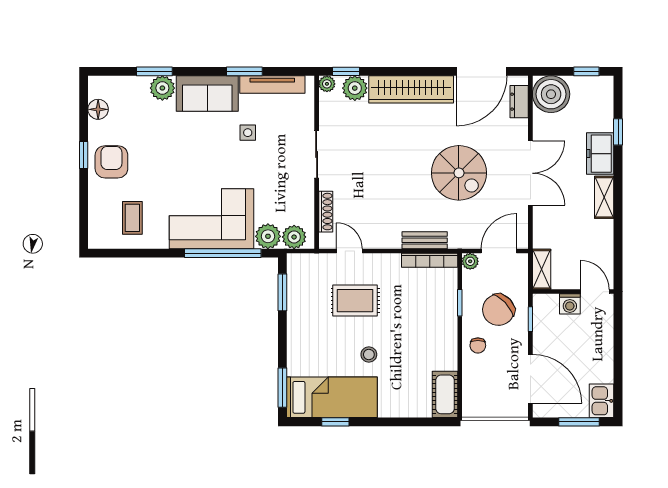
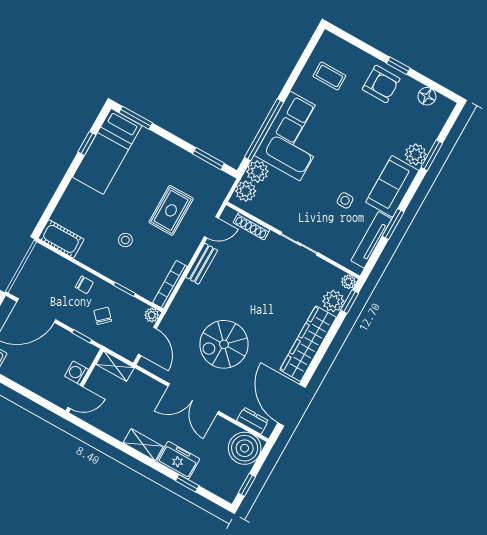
bench: (425, 240) -> (202, 264), moved
chair: (498, 310) -> (103, 316), width x0.54, depth x0.54
chair: (478, 345) -> (84, 285), turned 180
stool: (369, 354) -> (125, 240), moved

